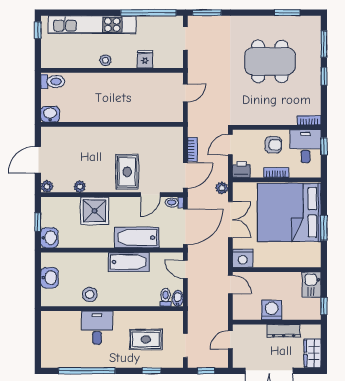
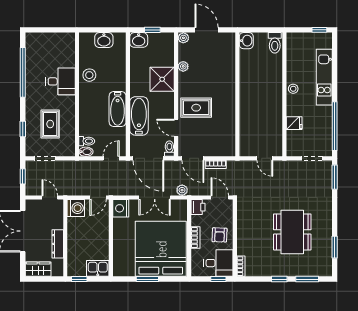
kitchen unit: (92, 25) -> (324, 77), width x0.73
washing machine: (272, 310) -> (76, 208), moved

